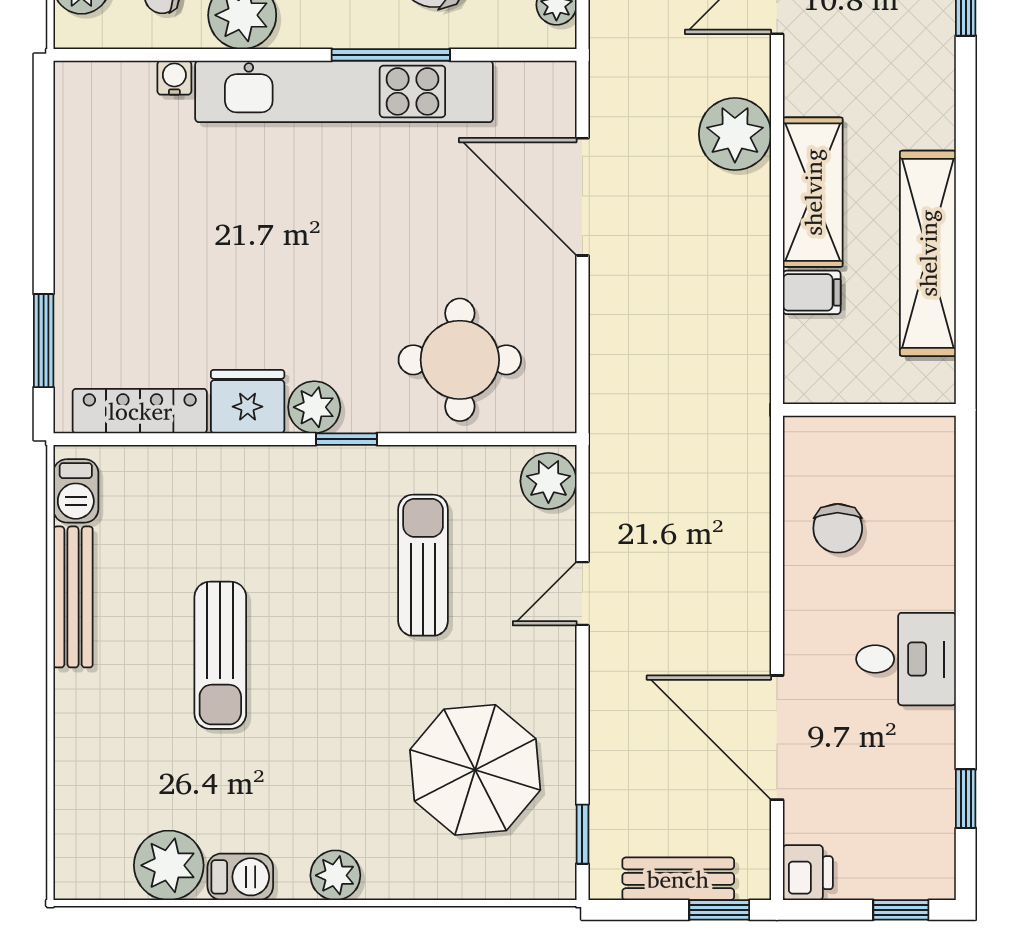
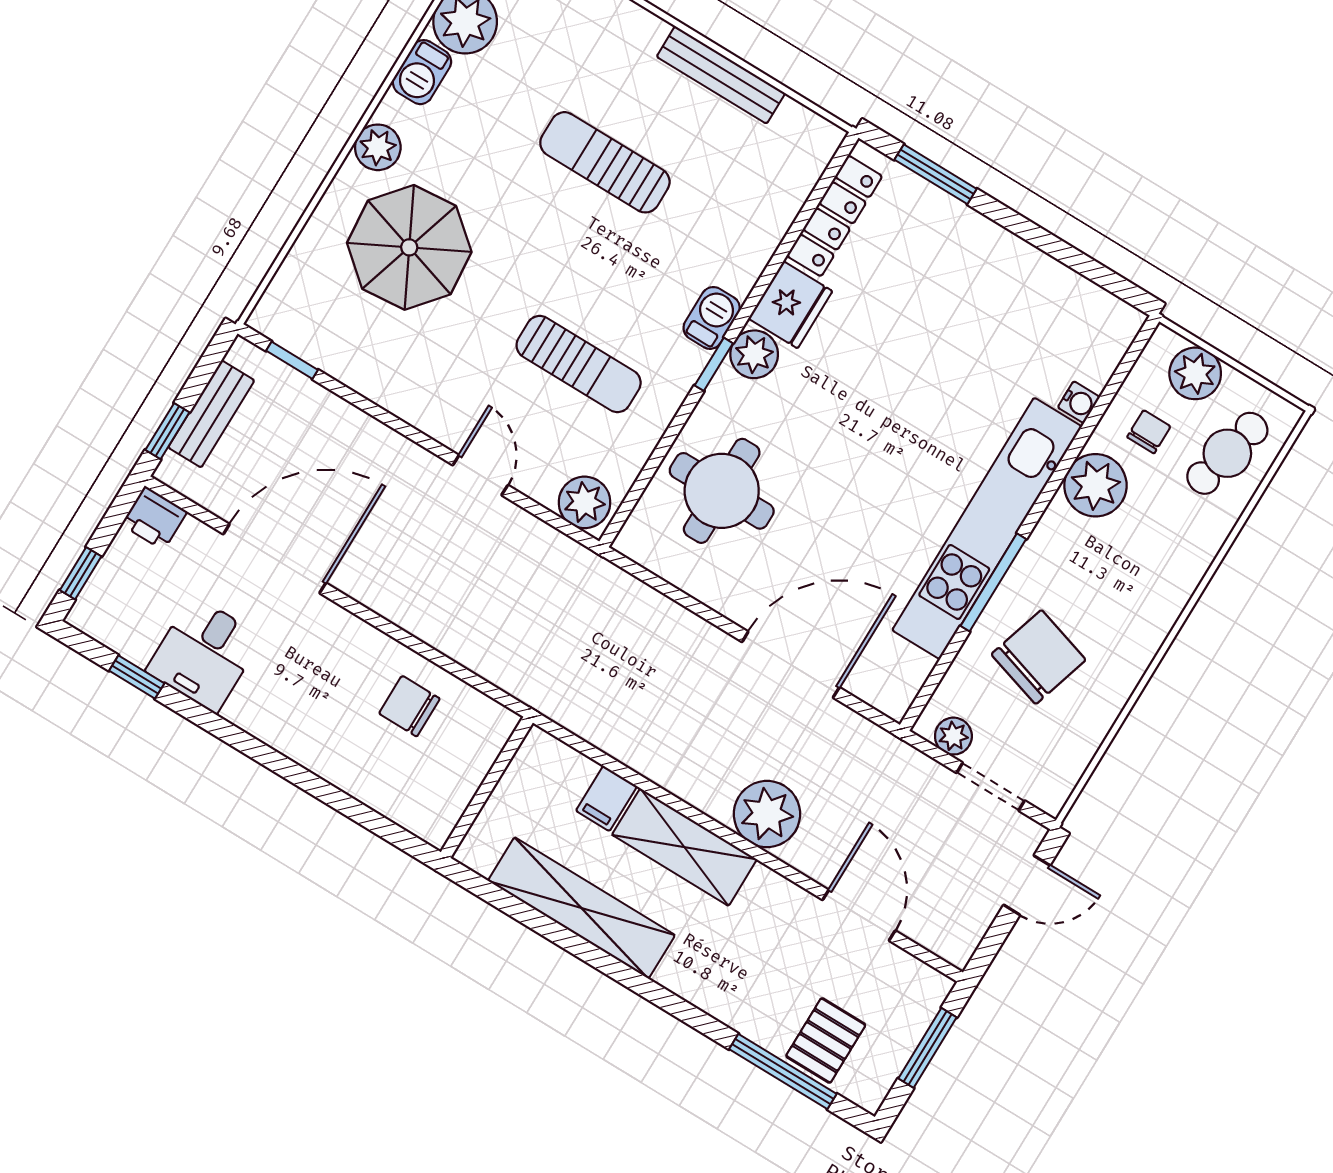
barbecue: (76, 491) -> (712, 318), moved, turned 90
desk: (906, 659) -> (204, 654), moved
parasol: (475, 770) -> (409, 247), moved

